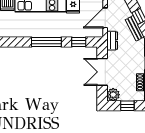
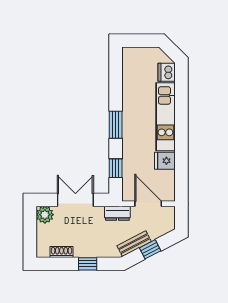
window: (46, 42) -> (116, 125), width x0.69
window: (127, 106) -> (30, 234), removed

